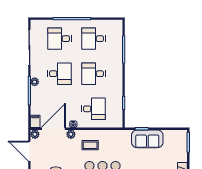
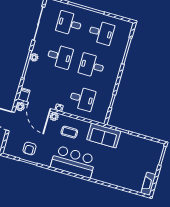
desk: (93, 39) -> (101, 33), turned 180
door: (53, 129) -> (39, 107), swing flipped
sofa: (147, 139) -> (104, 135), moved

